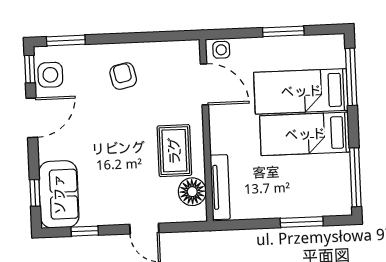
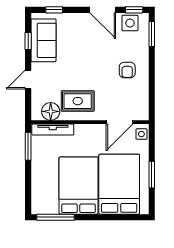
armchair: (123, 76) -> (127, 70), turned 103
window: (351, 77) -> (120, 217), removed
bed: (301, 91) -> (119, 184), width x1.50
bed: (305, 134) -> (78, 186), width x1.50
sofa: (59, 194) -> (43, 40), moved, turned -90
window: (302, 222) -> (28, 146), moved

